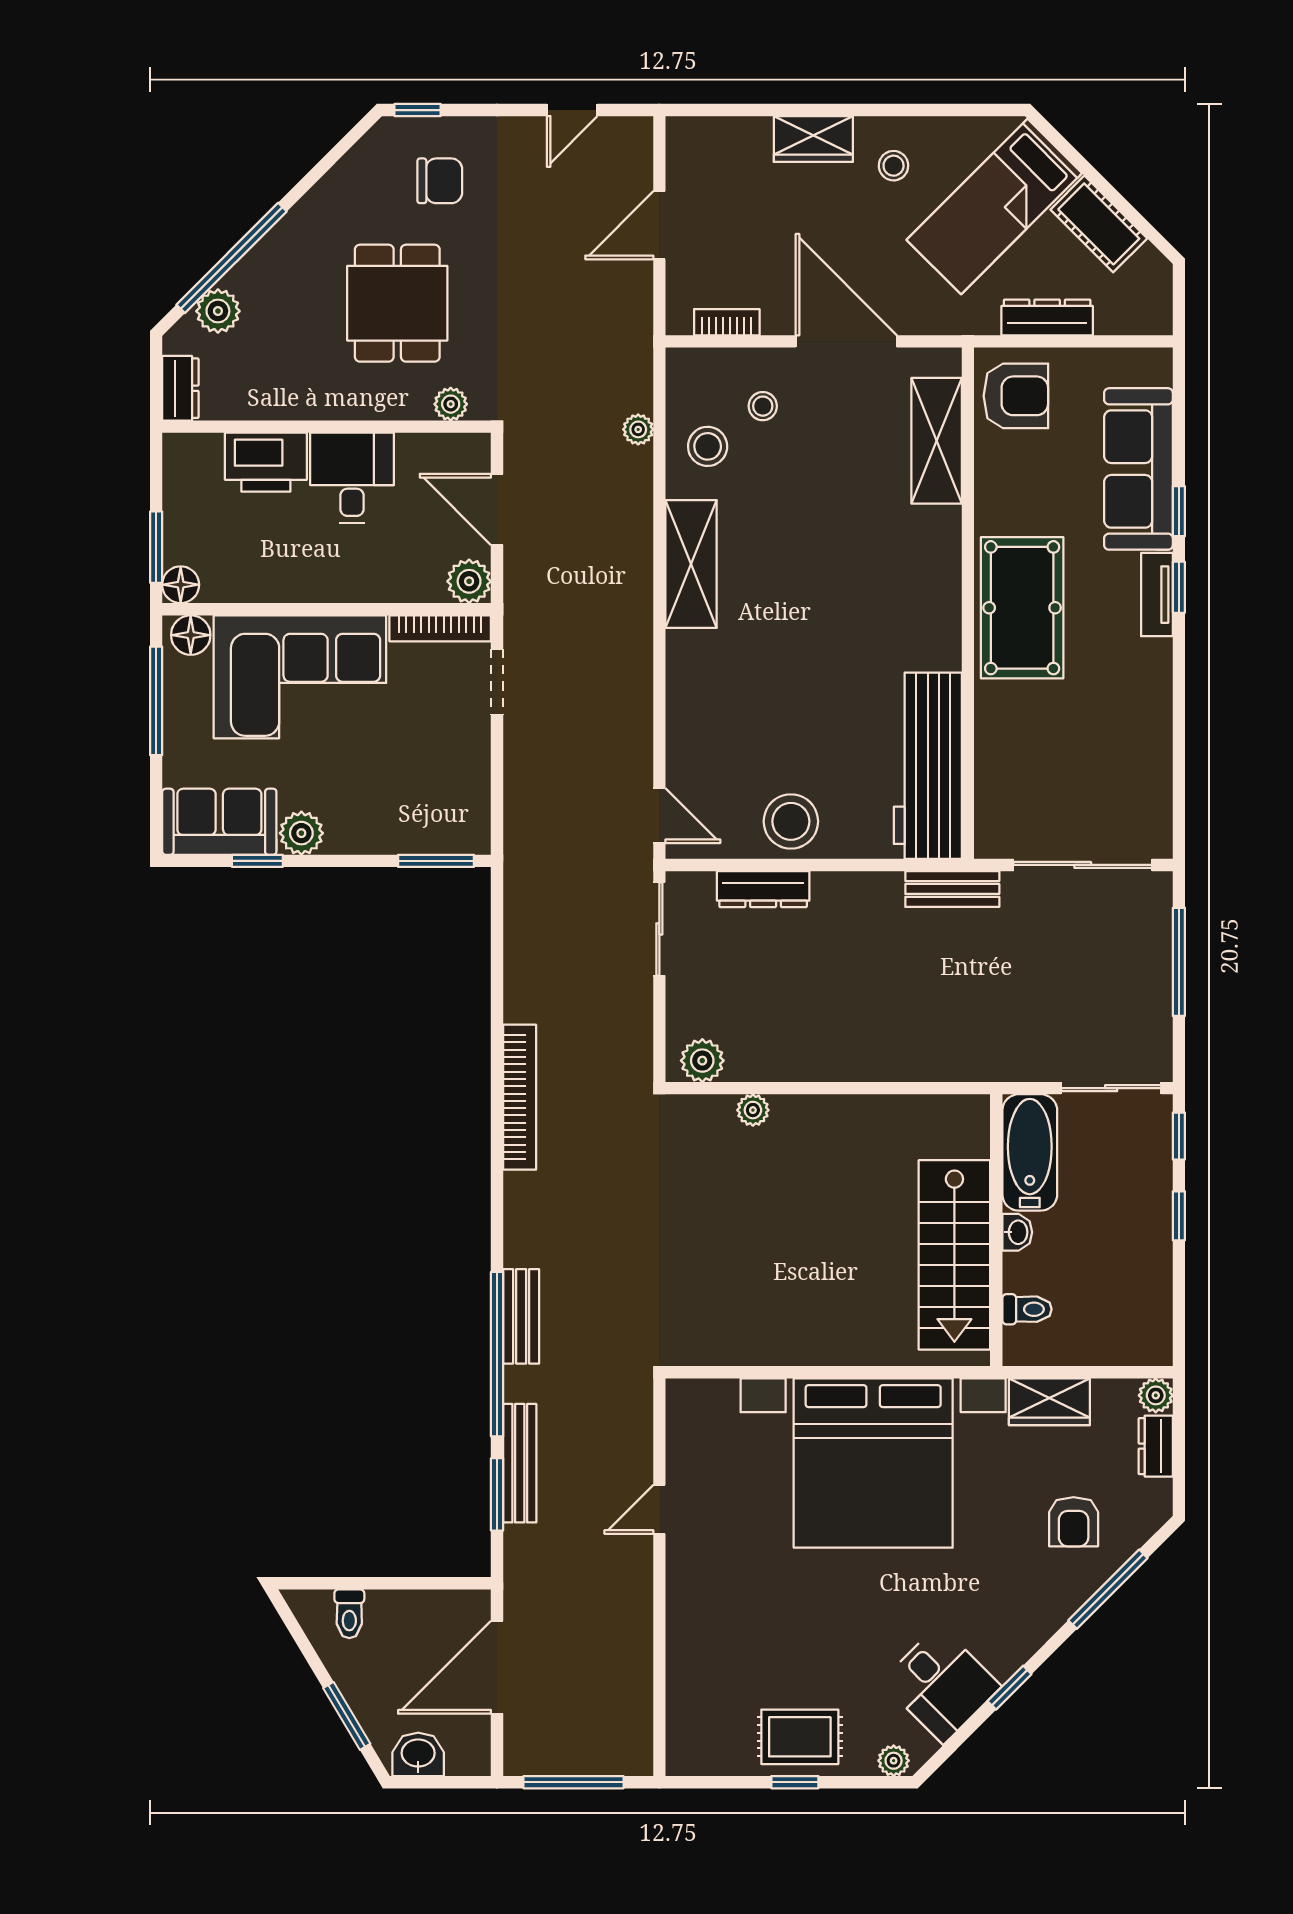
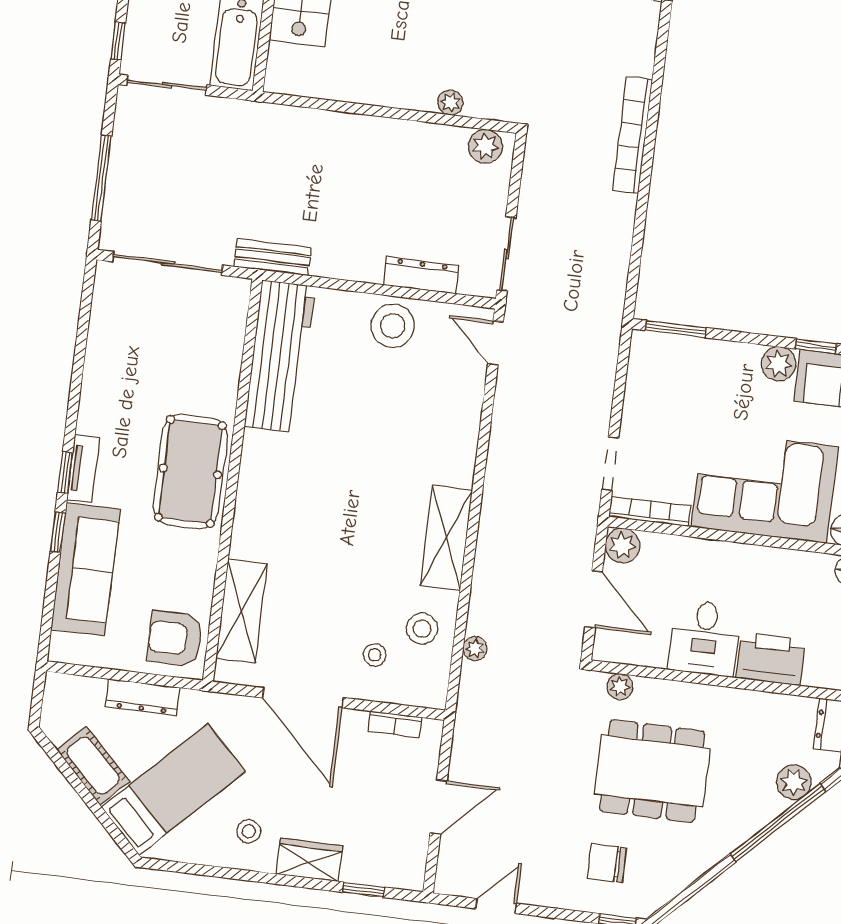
window: (741, 110) -> (364, 890), added
dining table: (397, 303) -> (652, 771), width x1.37

